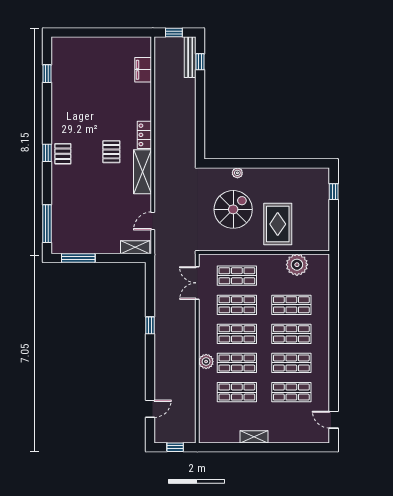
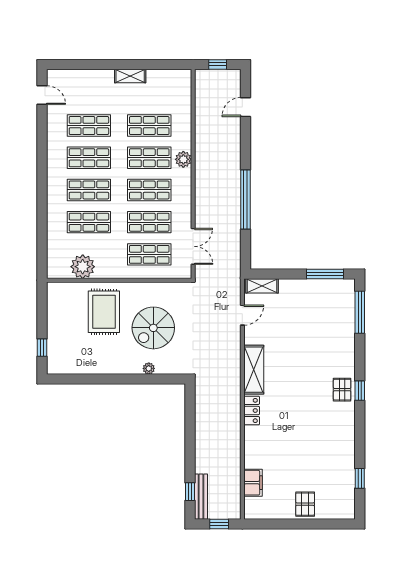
pallet: (111, 152) -> (305, 504), moved
window: (150, 325) -> (246, 199), width x3.17

